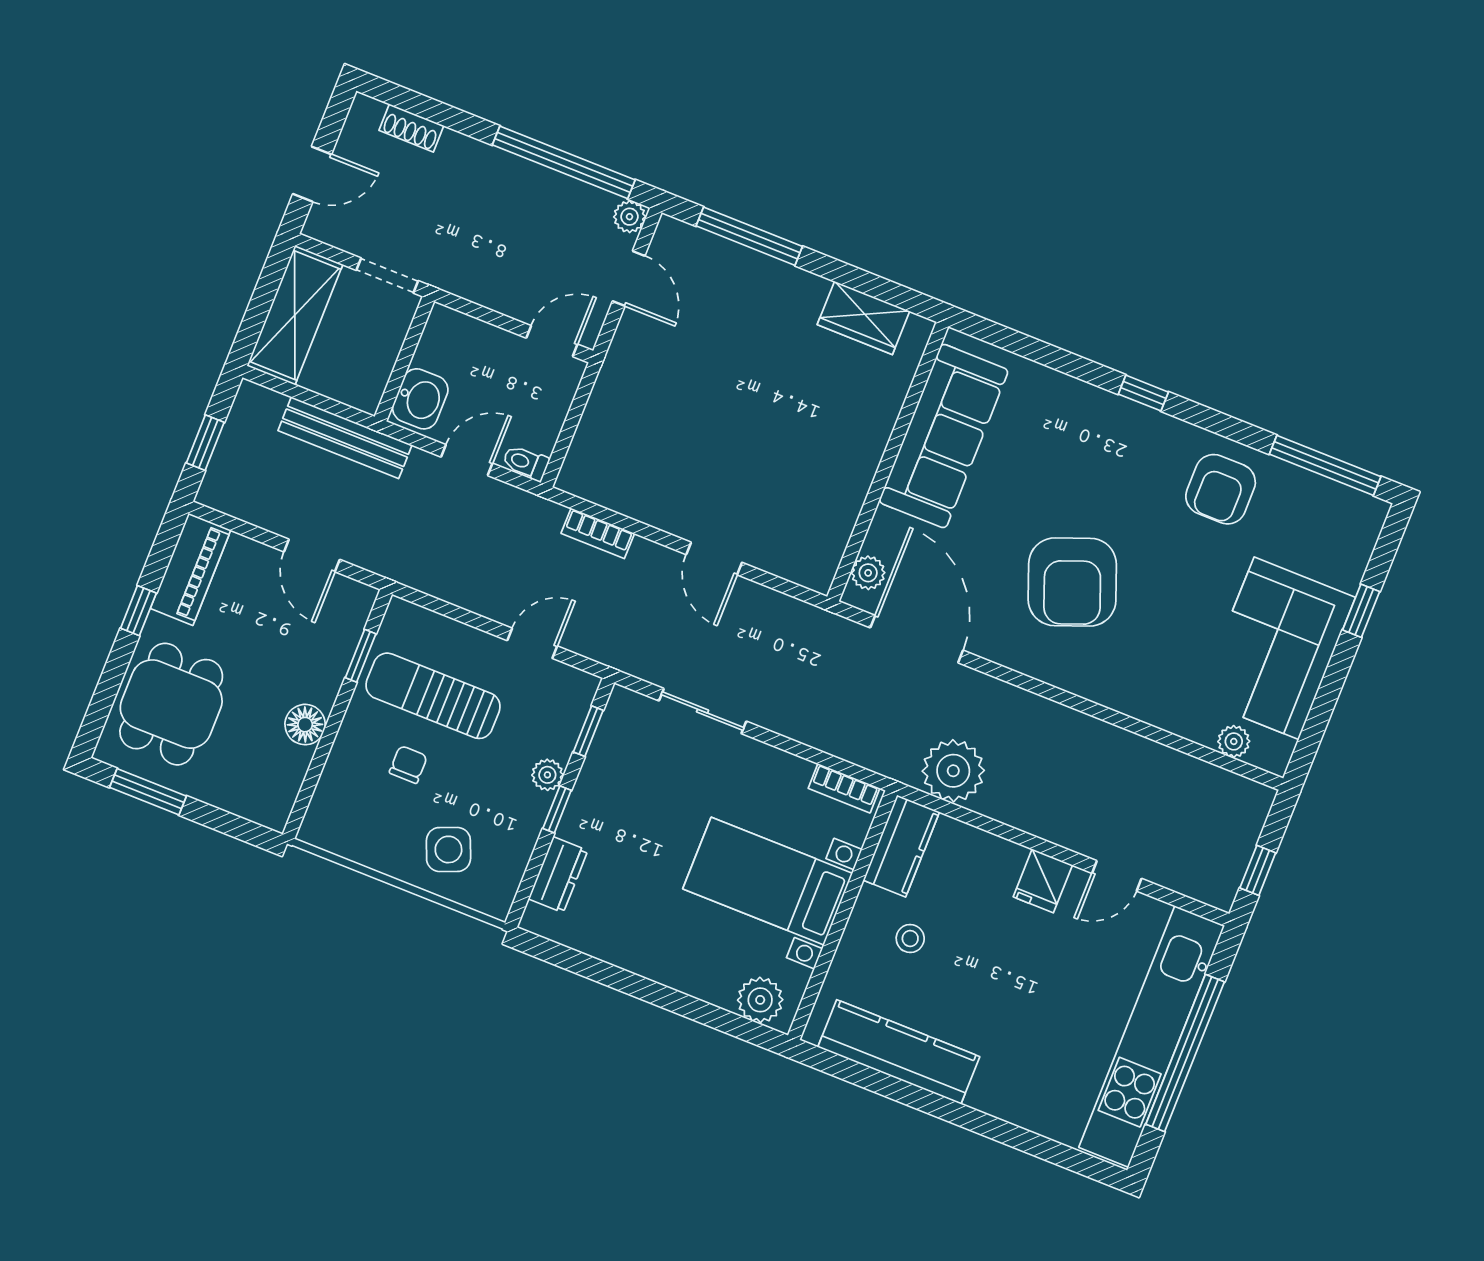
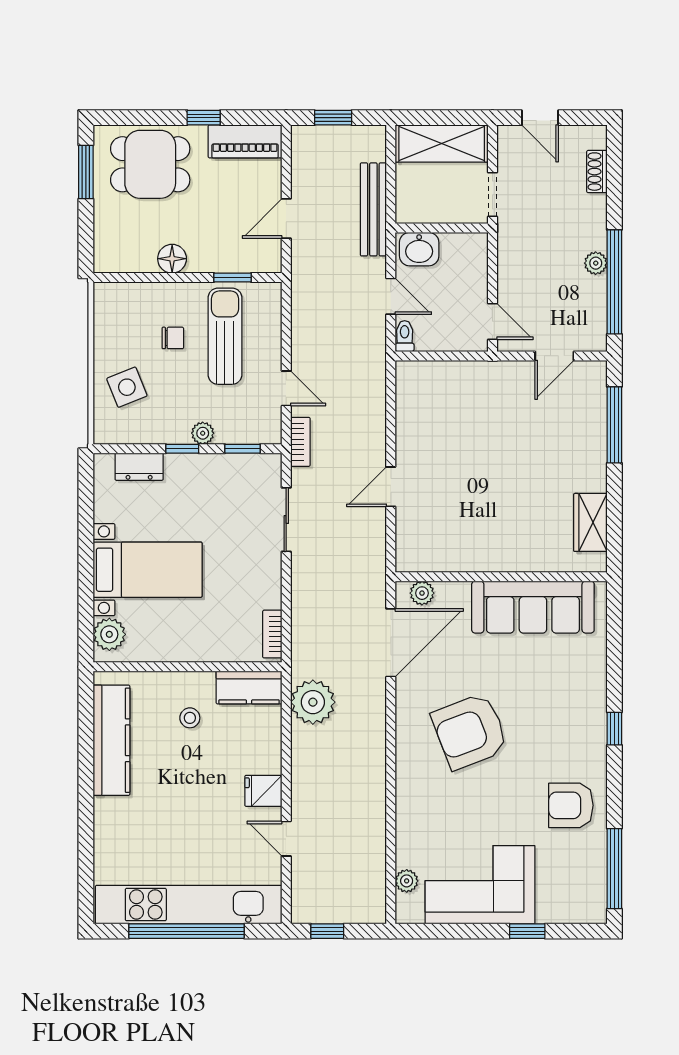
plant: (630, 217) -> (596, 263), moved
bookcase: (598, 533) -> (300, 442), moved, turned 180
bed with nightstands: (768, 881) -> (148, 570), moved, turned 90

